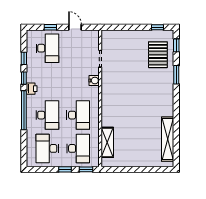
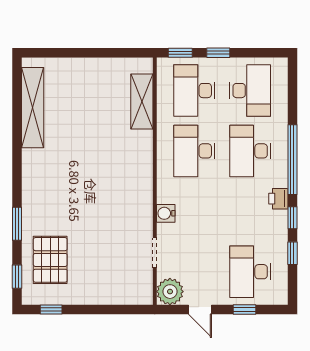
plant: (92, 37) -> (170, 292), added

